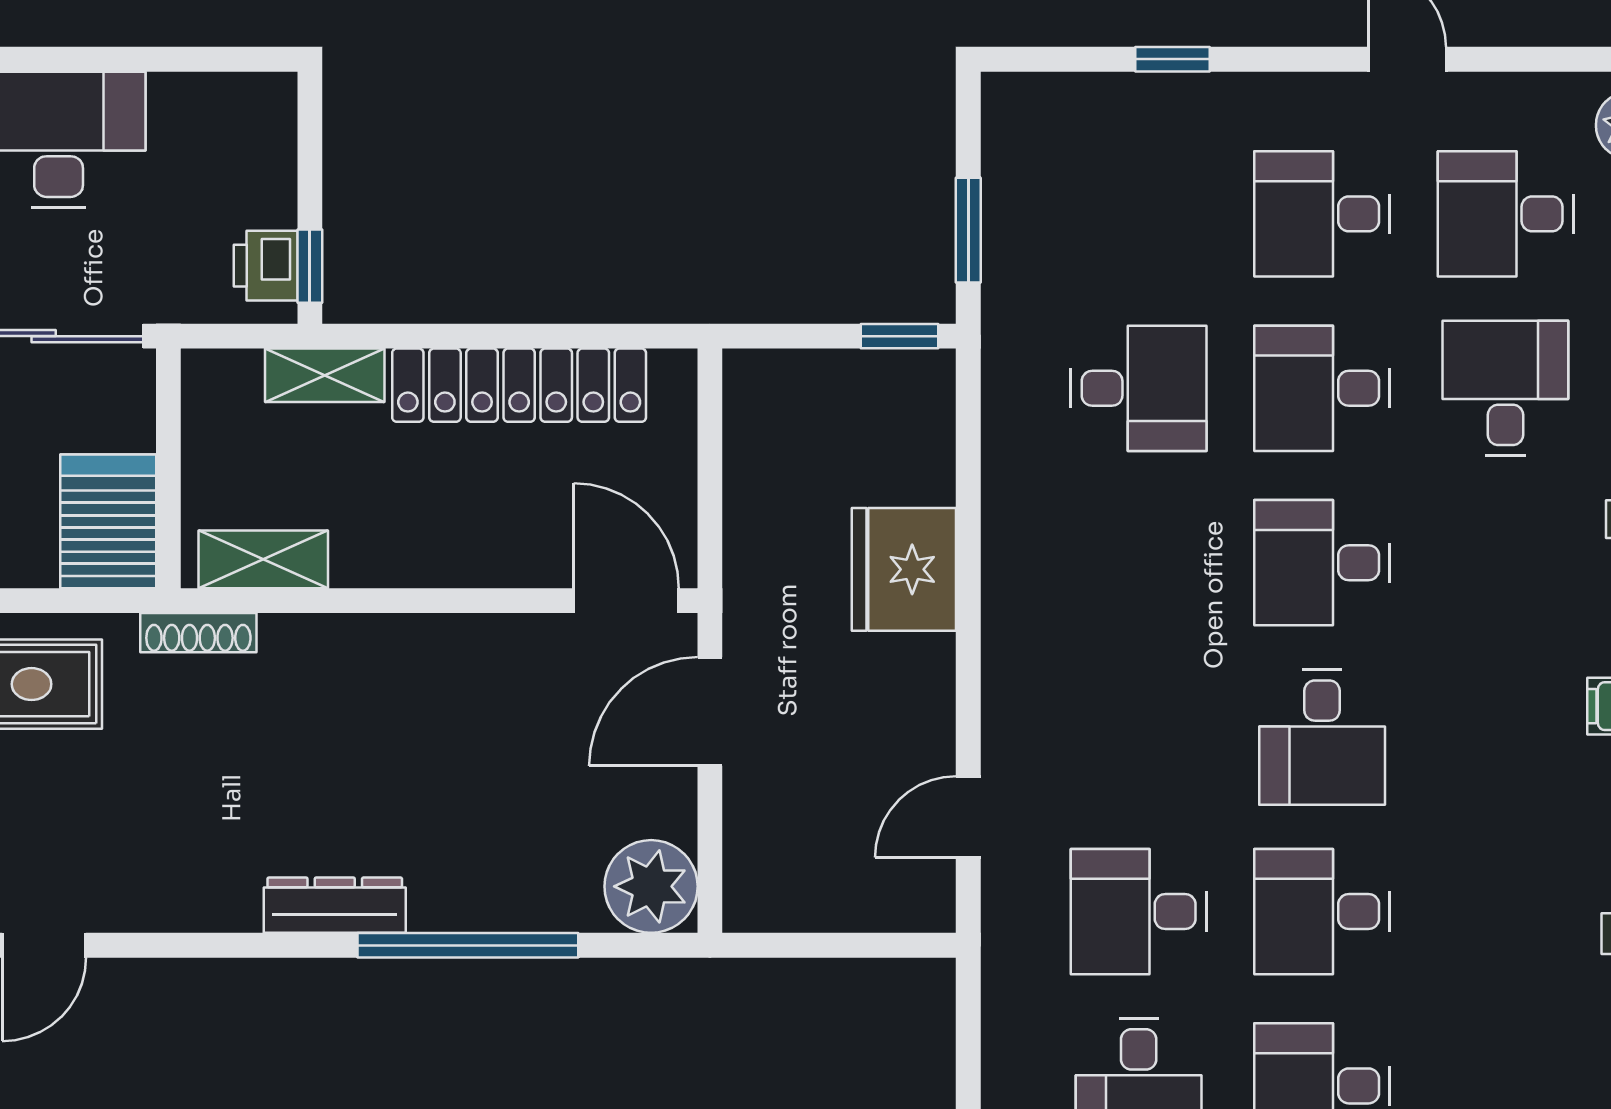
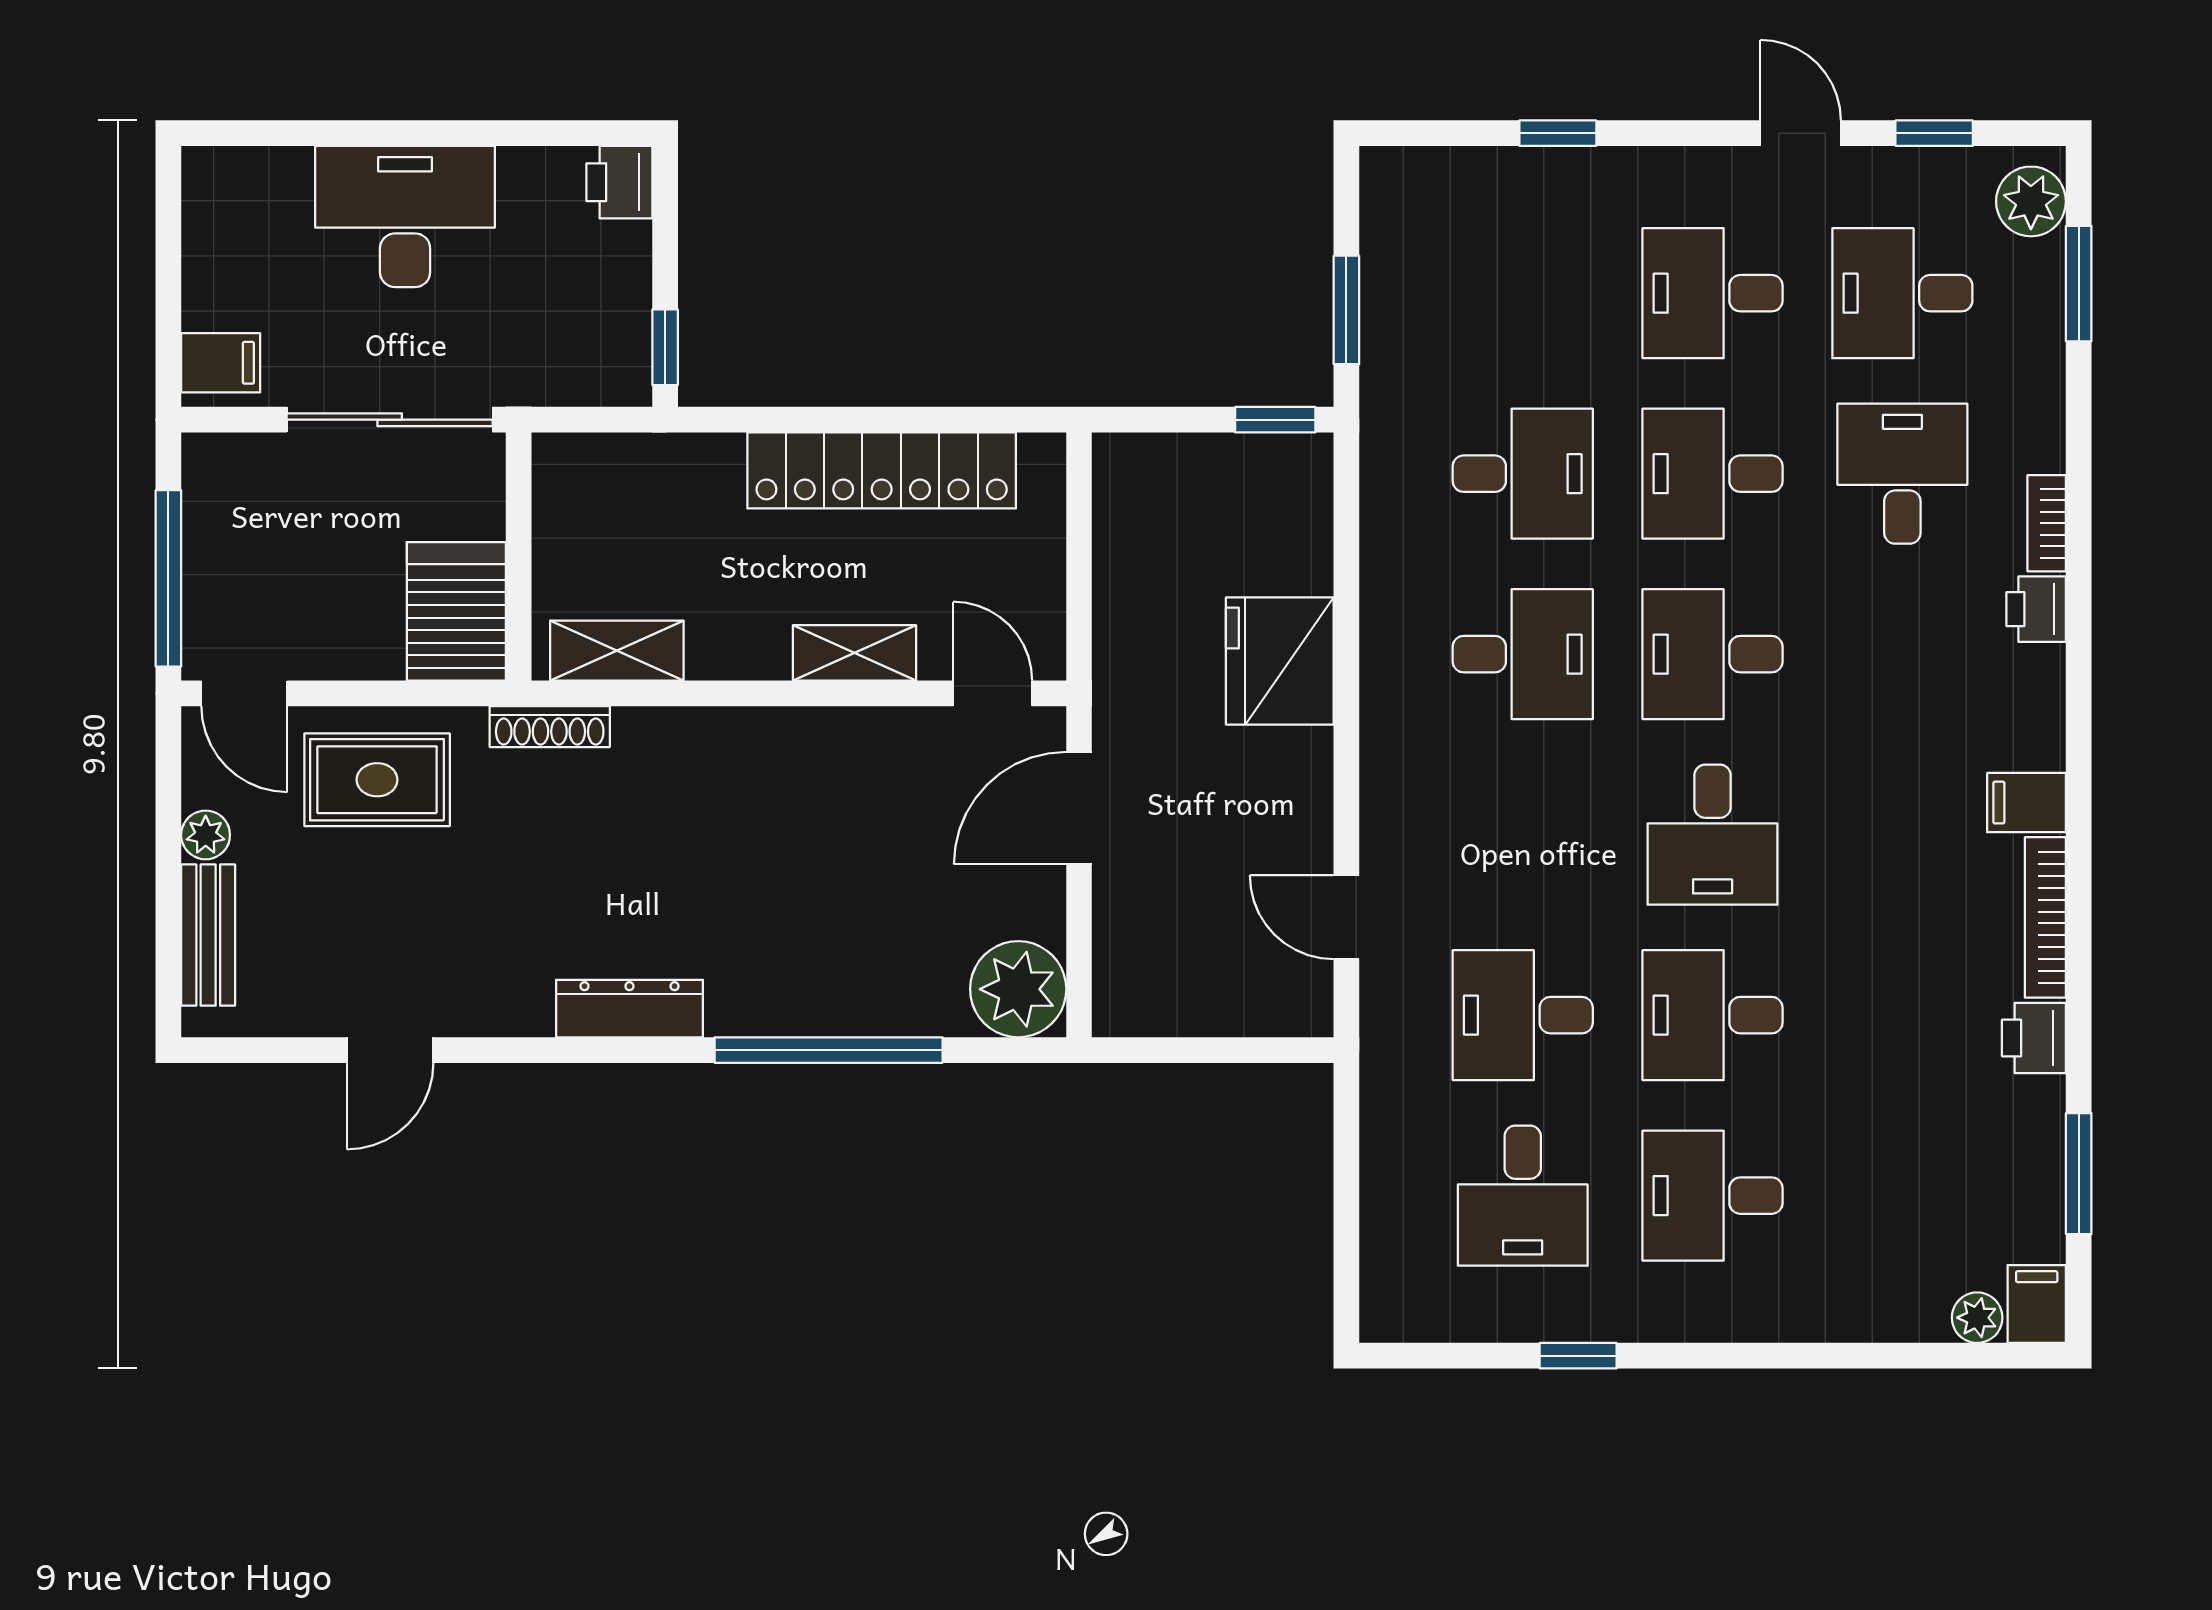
window: (1536, 59) -> (1934, 133), added
printer: (266, 266) -> (619, 182), moved
shelving: (325, 375) -> (855, 653), moved
desk: (1139, 563) -> (1523, 654), added
door: (626, 601) -> (993, 693), width x0.73
door: (968, 817) -> (1346, 917), hinge flipped
dresser: (335, 905) -> (629, 1009), moved

